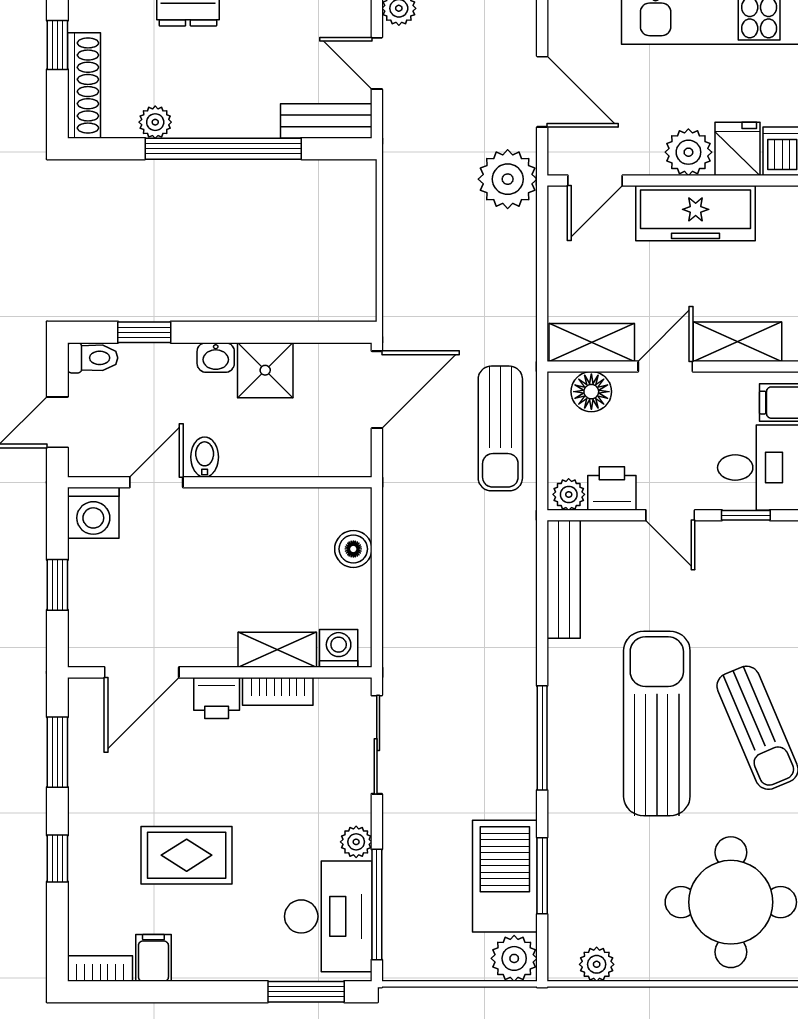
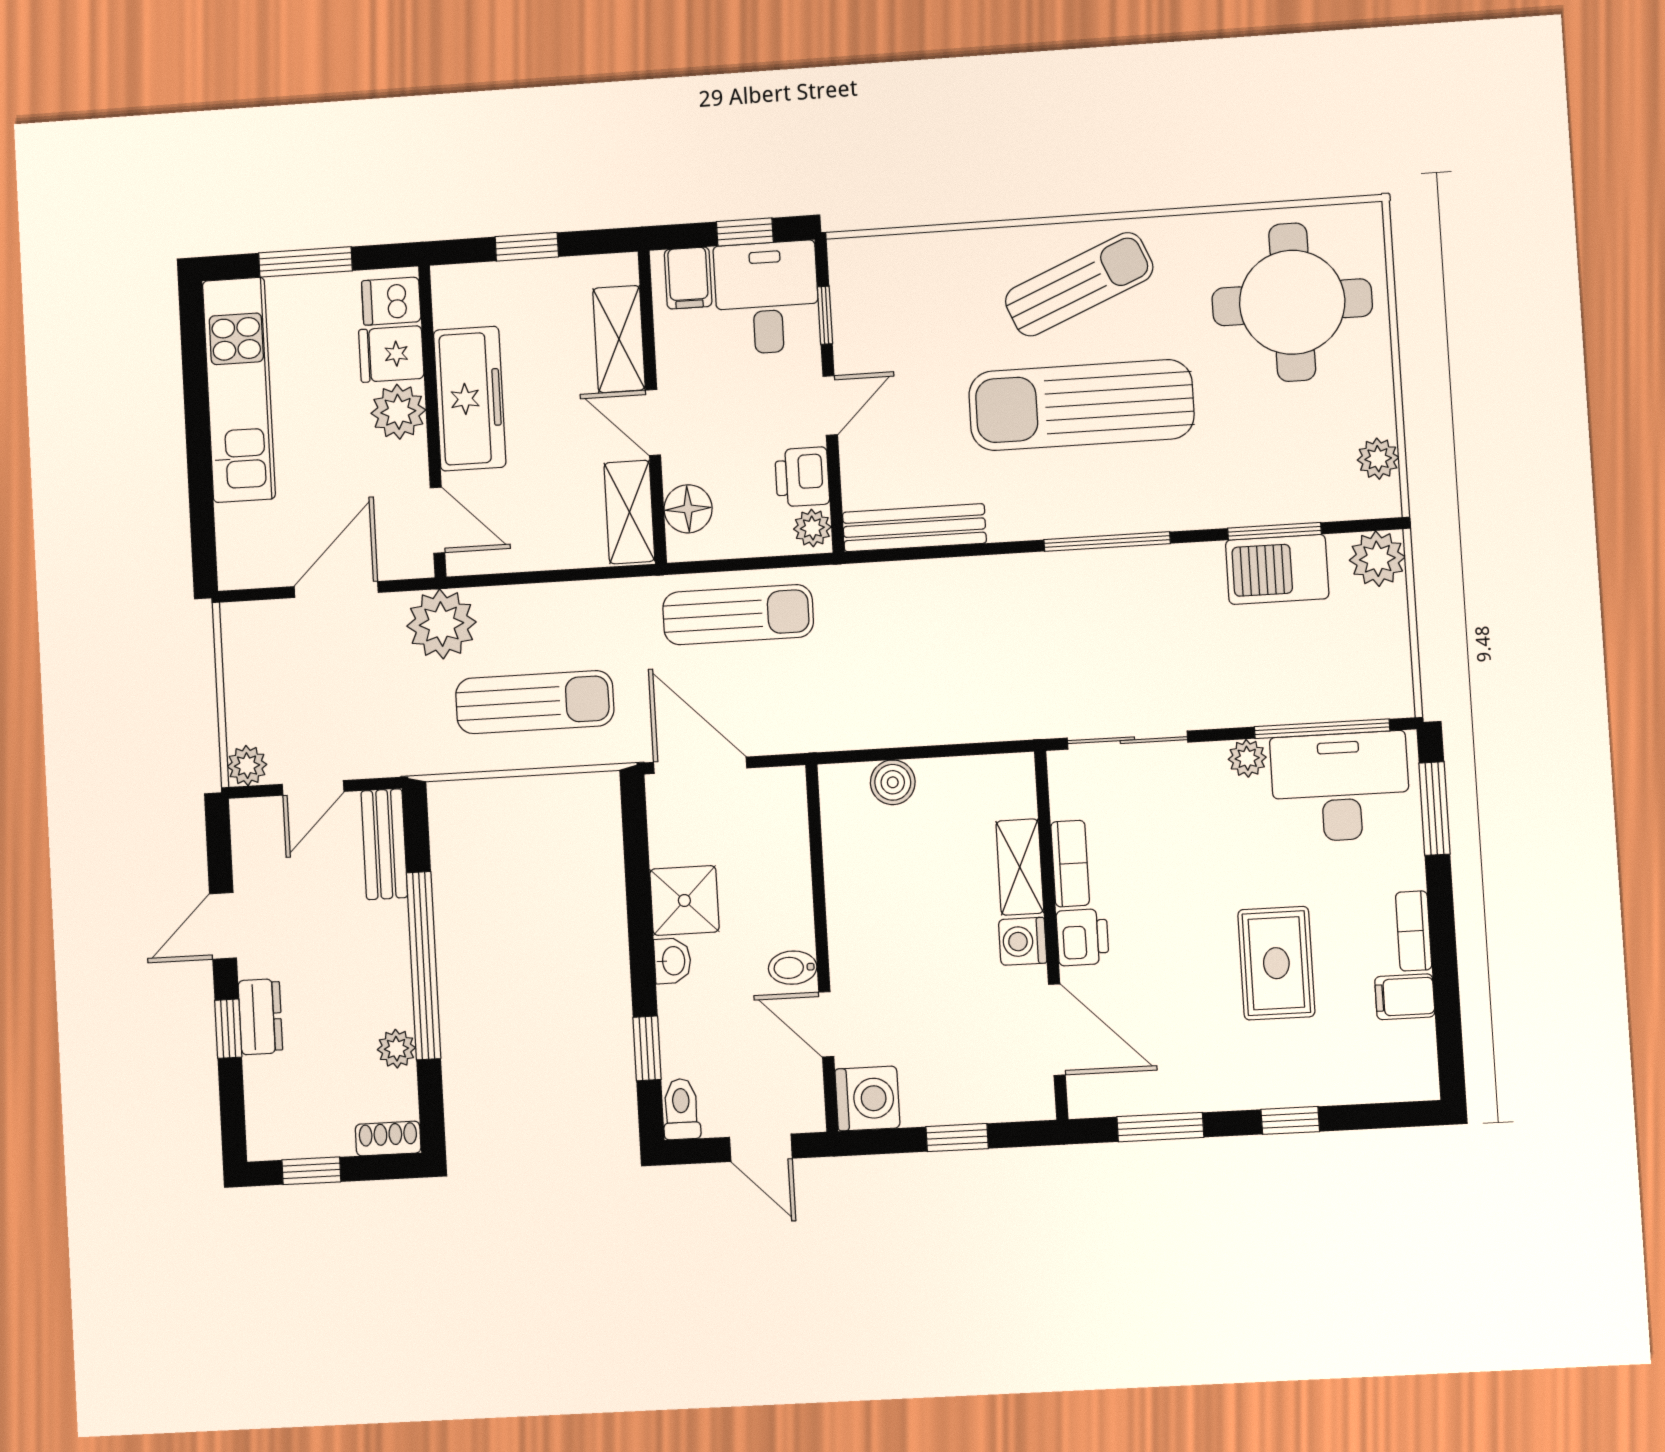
shoe rack: (84, 85) -> (388, 1139), width x0.51, depth x0.81
sun lounger: (438, 254) -> (535, 702), added
washing machine: (339, 648) -> (1023, 941), moved
barbecue: (505, 876) -> (1277, 569), width x0.73, depth x0.83
bookcase: (100, 969) -> (1414, 931), moved

